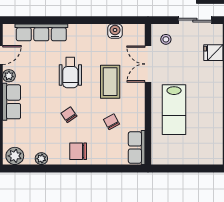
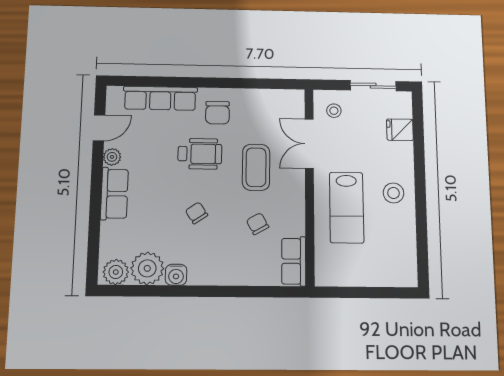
water cooler: (115, 31) -> (176, 275), moved, turned 180
wheelchair: (70, 73) -> (200, 154), turned -90
stool: (208, 99) -> (393, 193), added
chair: (78, 151) -> (217, 113), moved, turned -90
plant: (41, 159) -> (147, 268), width x1.87, depth x1.87

